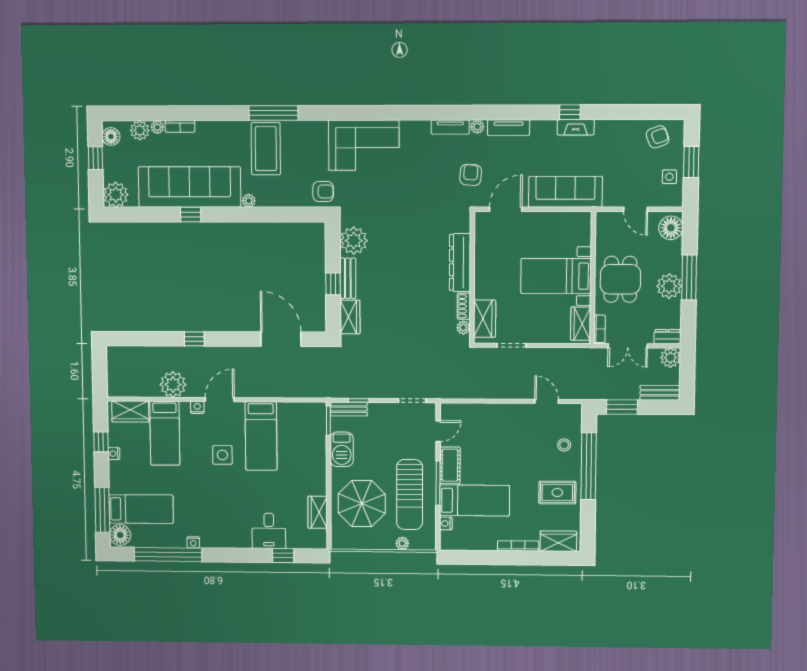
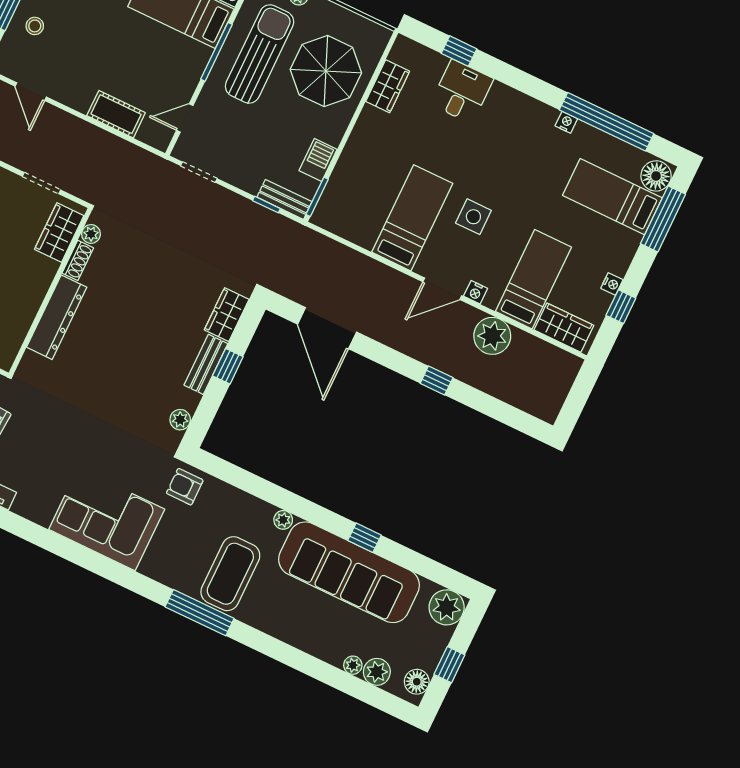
bookcase: (180, 126) -> (324, 652), removed
plant: (354, 241) -> (180, 420), width x0.53, depth x0.53
barbecue: (342, 449) -> (318, 160), width x0.73, depth x0.79
cot: (450, 465) -> (116, 114), moved, turned 90

